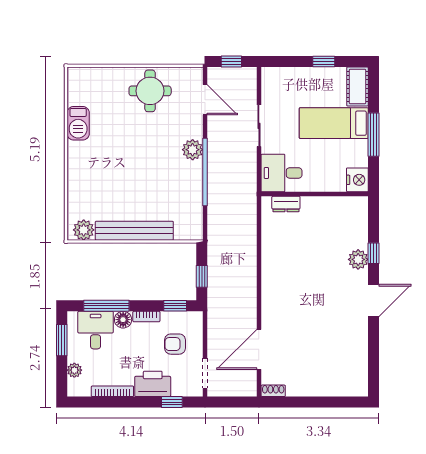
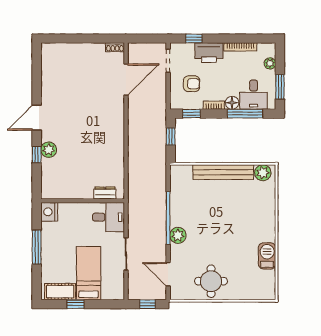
cot: (357, 86) -> (60, 292), moved, turned 90
bed: (334, 123) -> (89, 273), moved, turned -90

